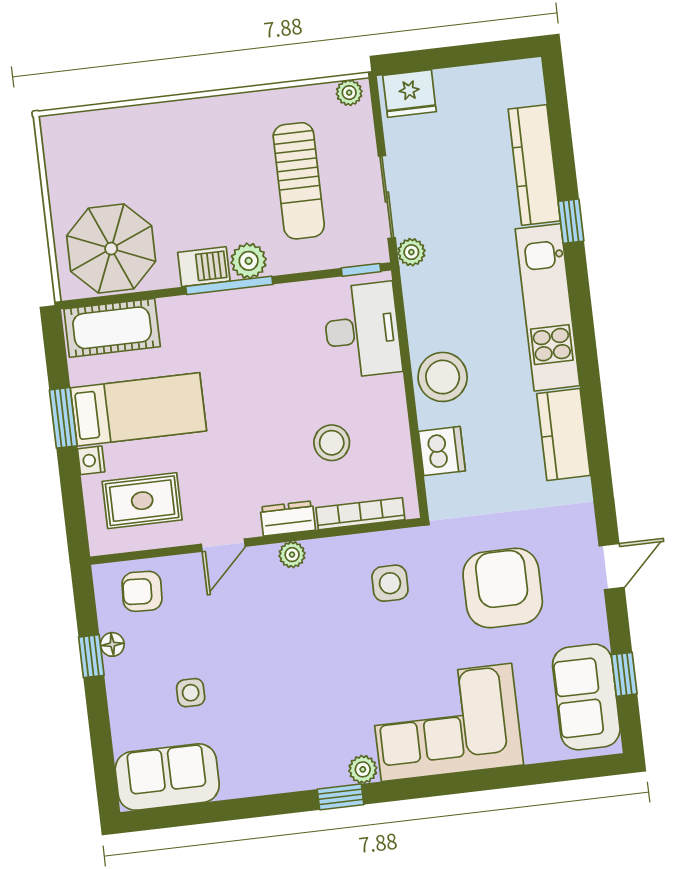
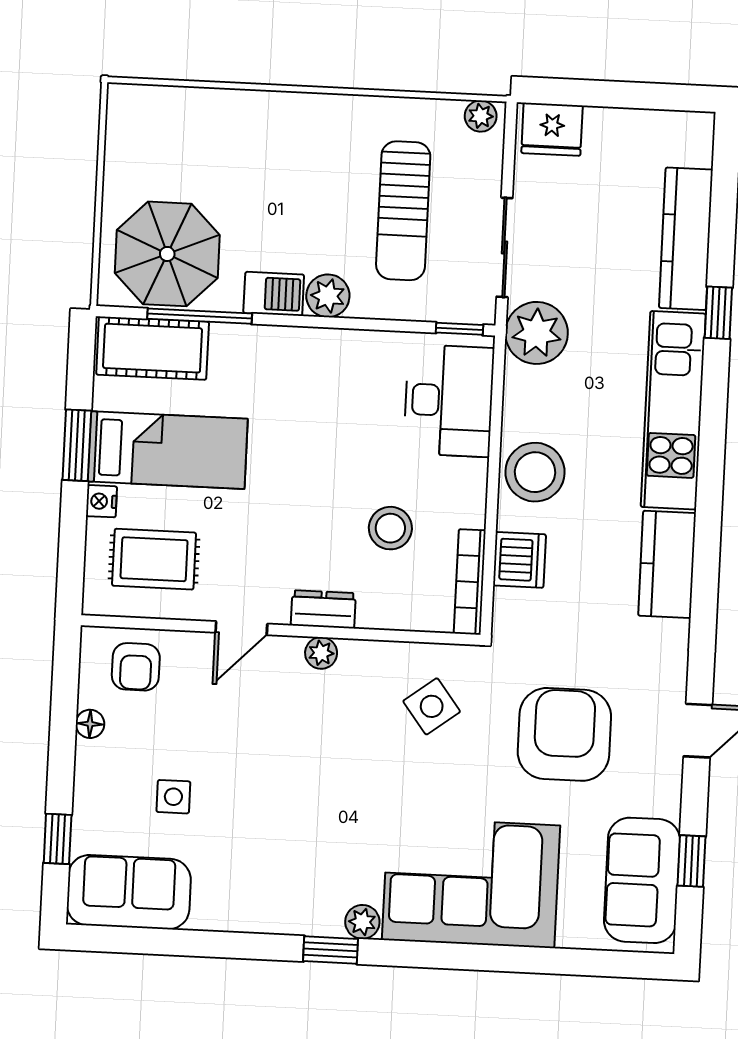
plant: (411, 252) -> (537, 333), width x1.87, depth x1.87
window: (229, 285) -> (200, 316), moved
bookcase: (360, 514) -> (470, 582), moved, turned -90
side table: (390, 583) -> (432, 706), turned -37
armchair: (142, 591) -> (136, 667), turned -93
window: (91, 656) -> (58, 839), moved

